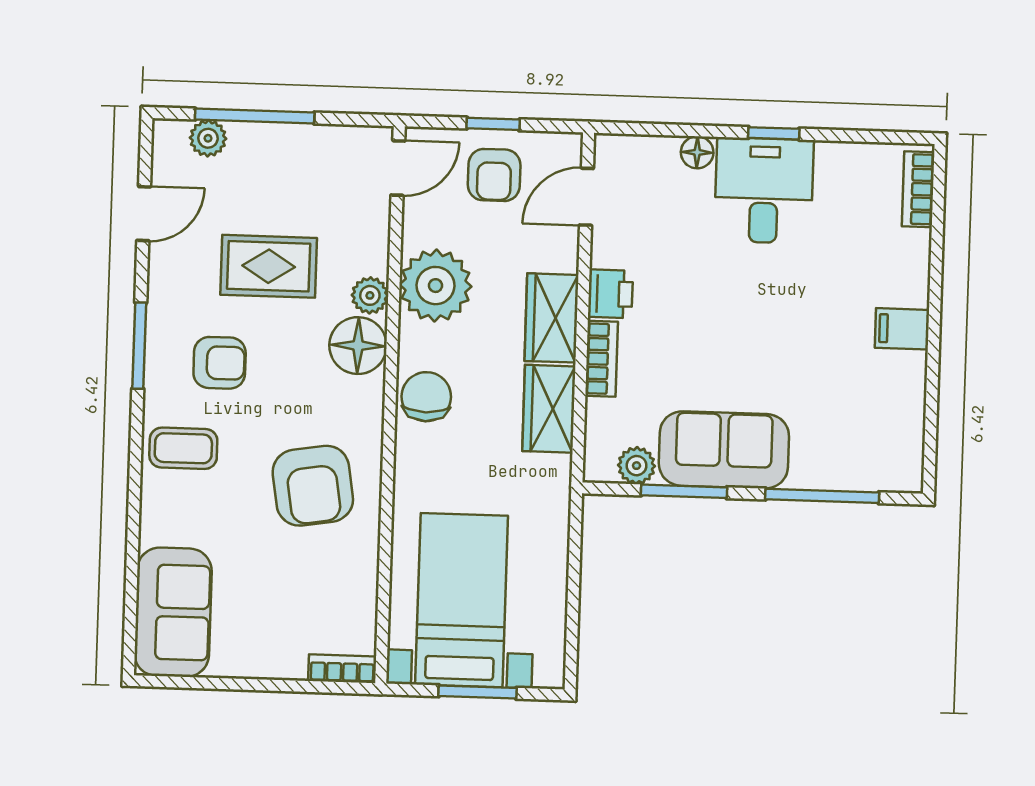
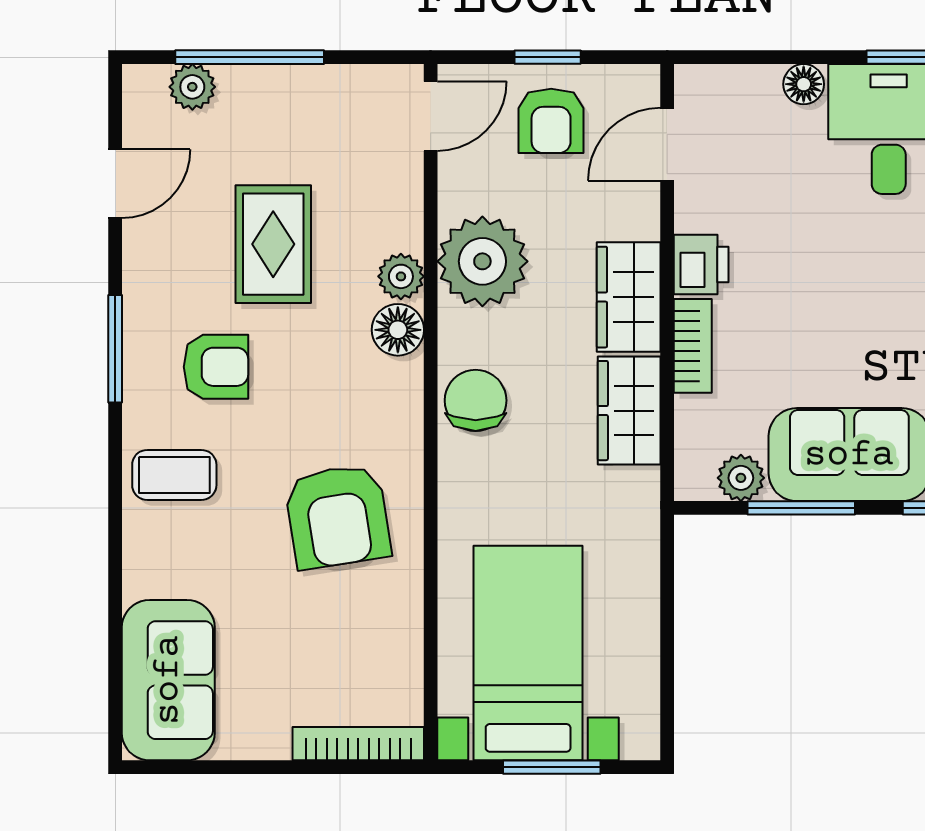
rug: (269, 266) -> (273, 244), turned 90
floor lamp: (358, 346) -> (398, 330), width x0.73, depth x0.73
bookcase: (342, 669) -> (358, 744), width x1.56

